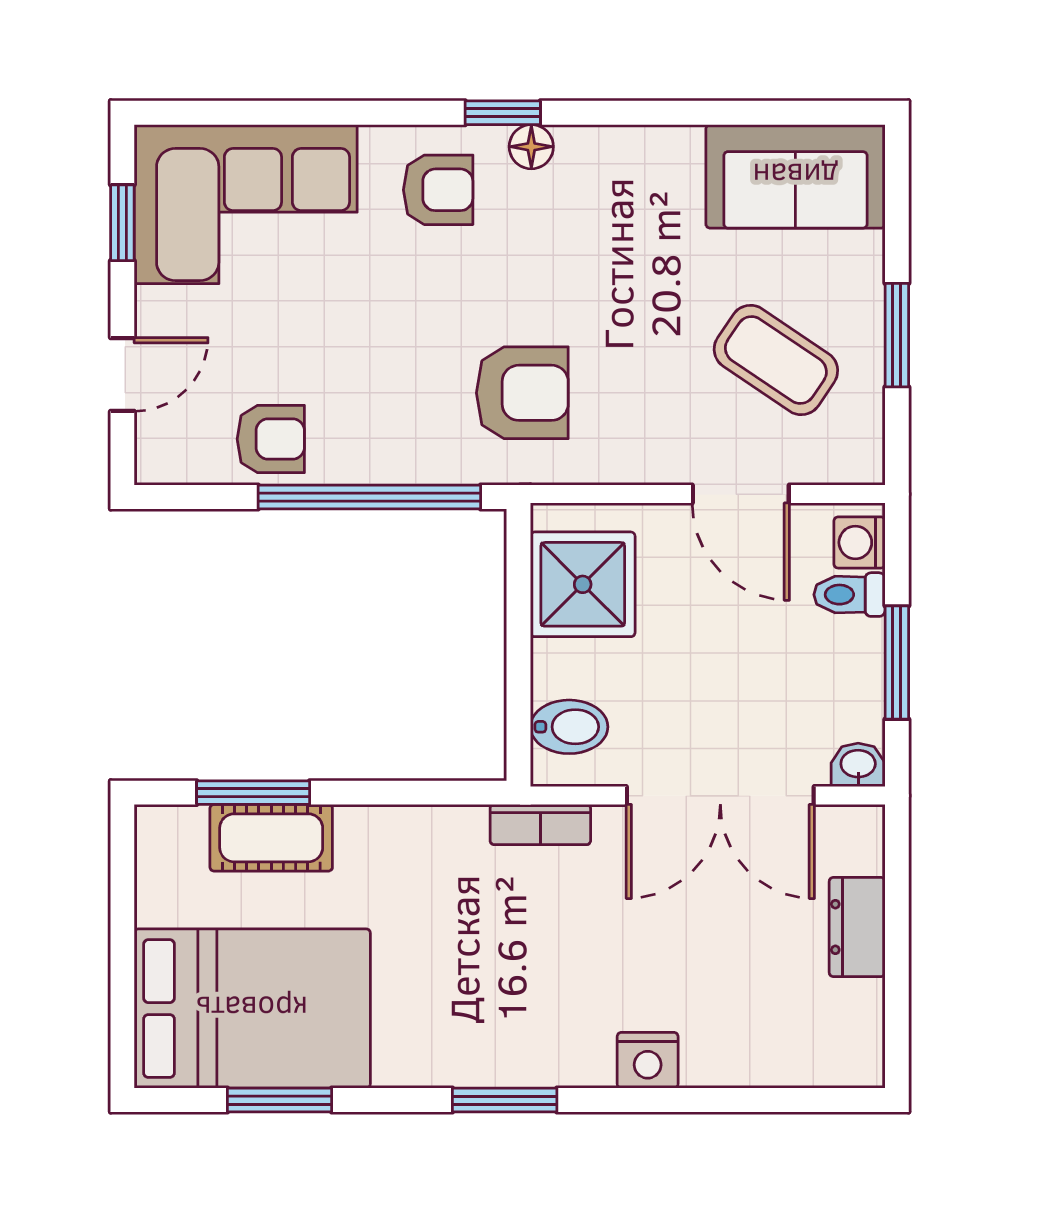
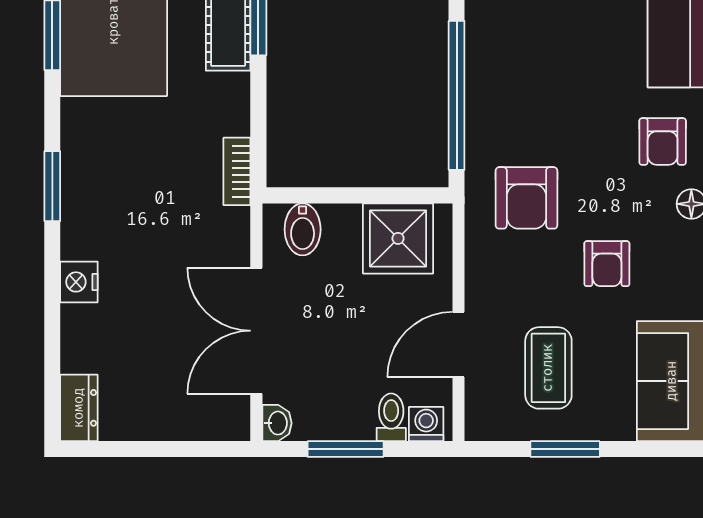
coffee table: (776, 360) -> (548, 368), turned -34
armchair: (271, 439) -> (607, 264), moved
bookcase: (540, 825) -> (237, 171), moved
dresser: (857, 927) -> (79, 408), moved, turned 90

